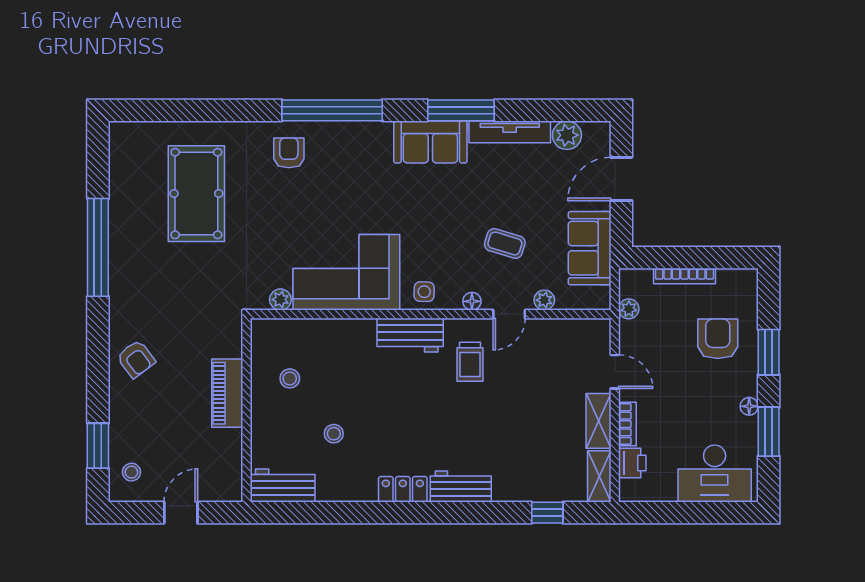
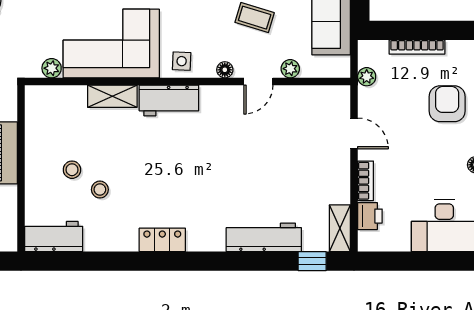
trolley: (470, 362) -> (223, 124), removed
stool: (290, 378) -> (72, 170), moved
shelving: (598, 421) -> (112, 96), moved, turned 90
workbench: (461, 487) -> (264, 237), moved, width x1.38
window: (547, 513) -> (312, 261), moved

